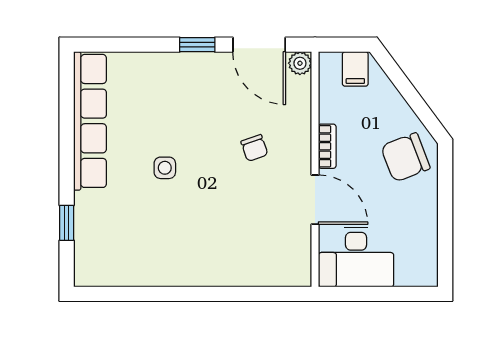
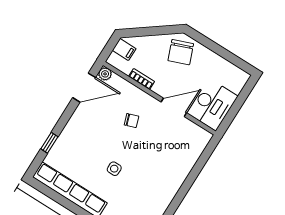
window: (197, 45) -> (49, 143), moved
bookcase: (327, 146) -> (142, 79), moved

